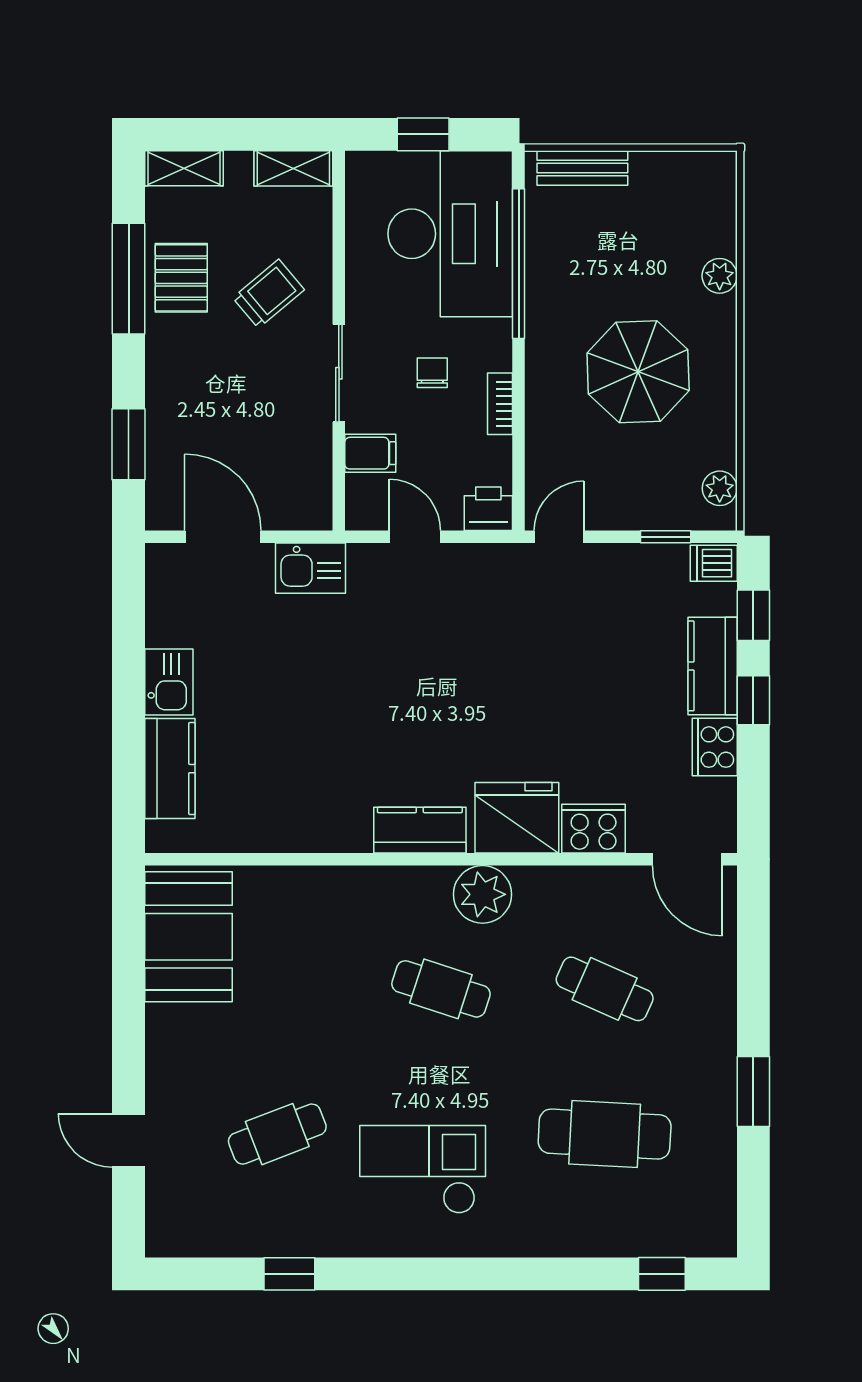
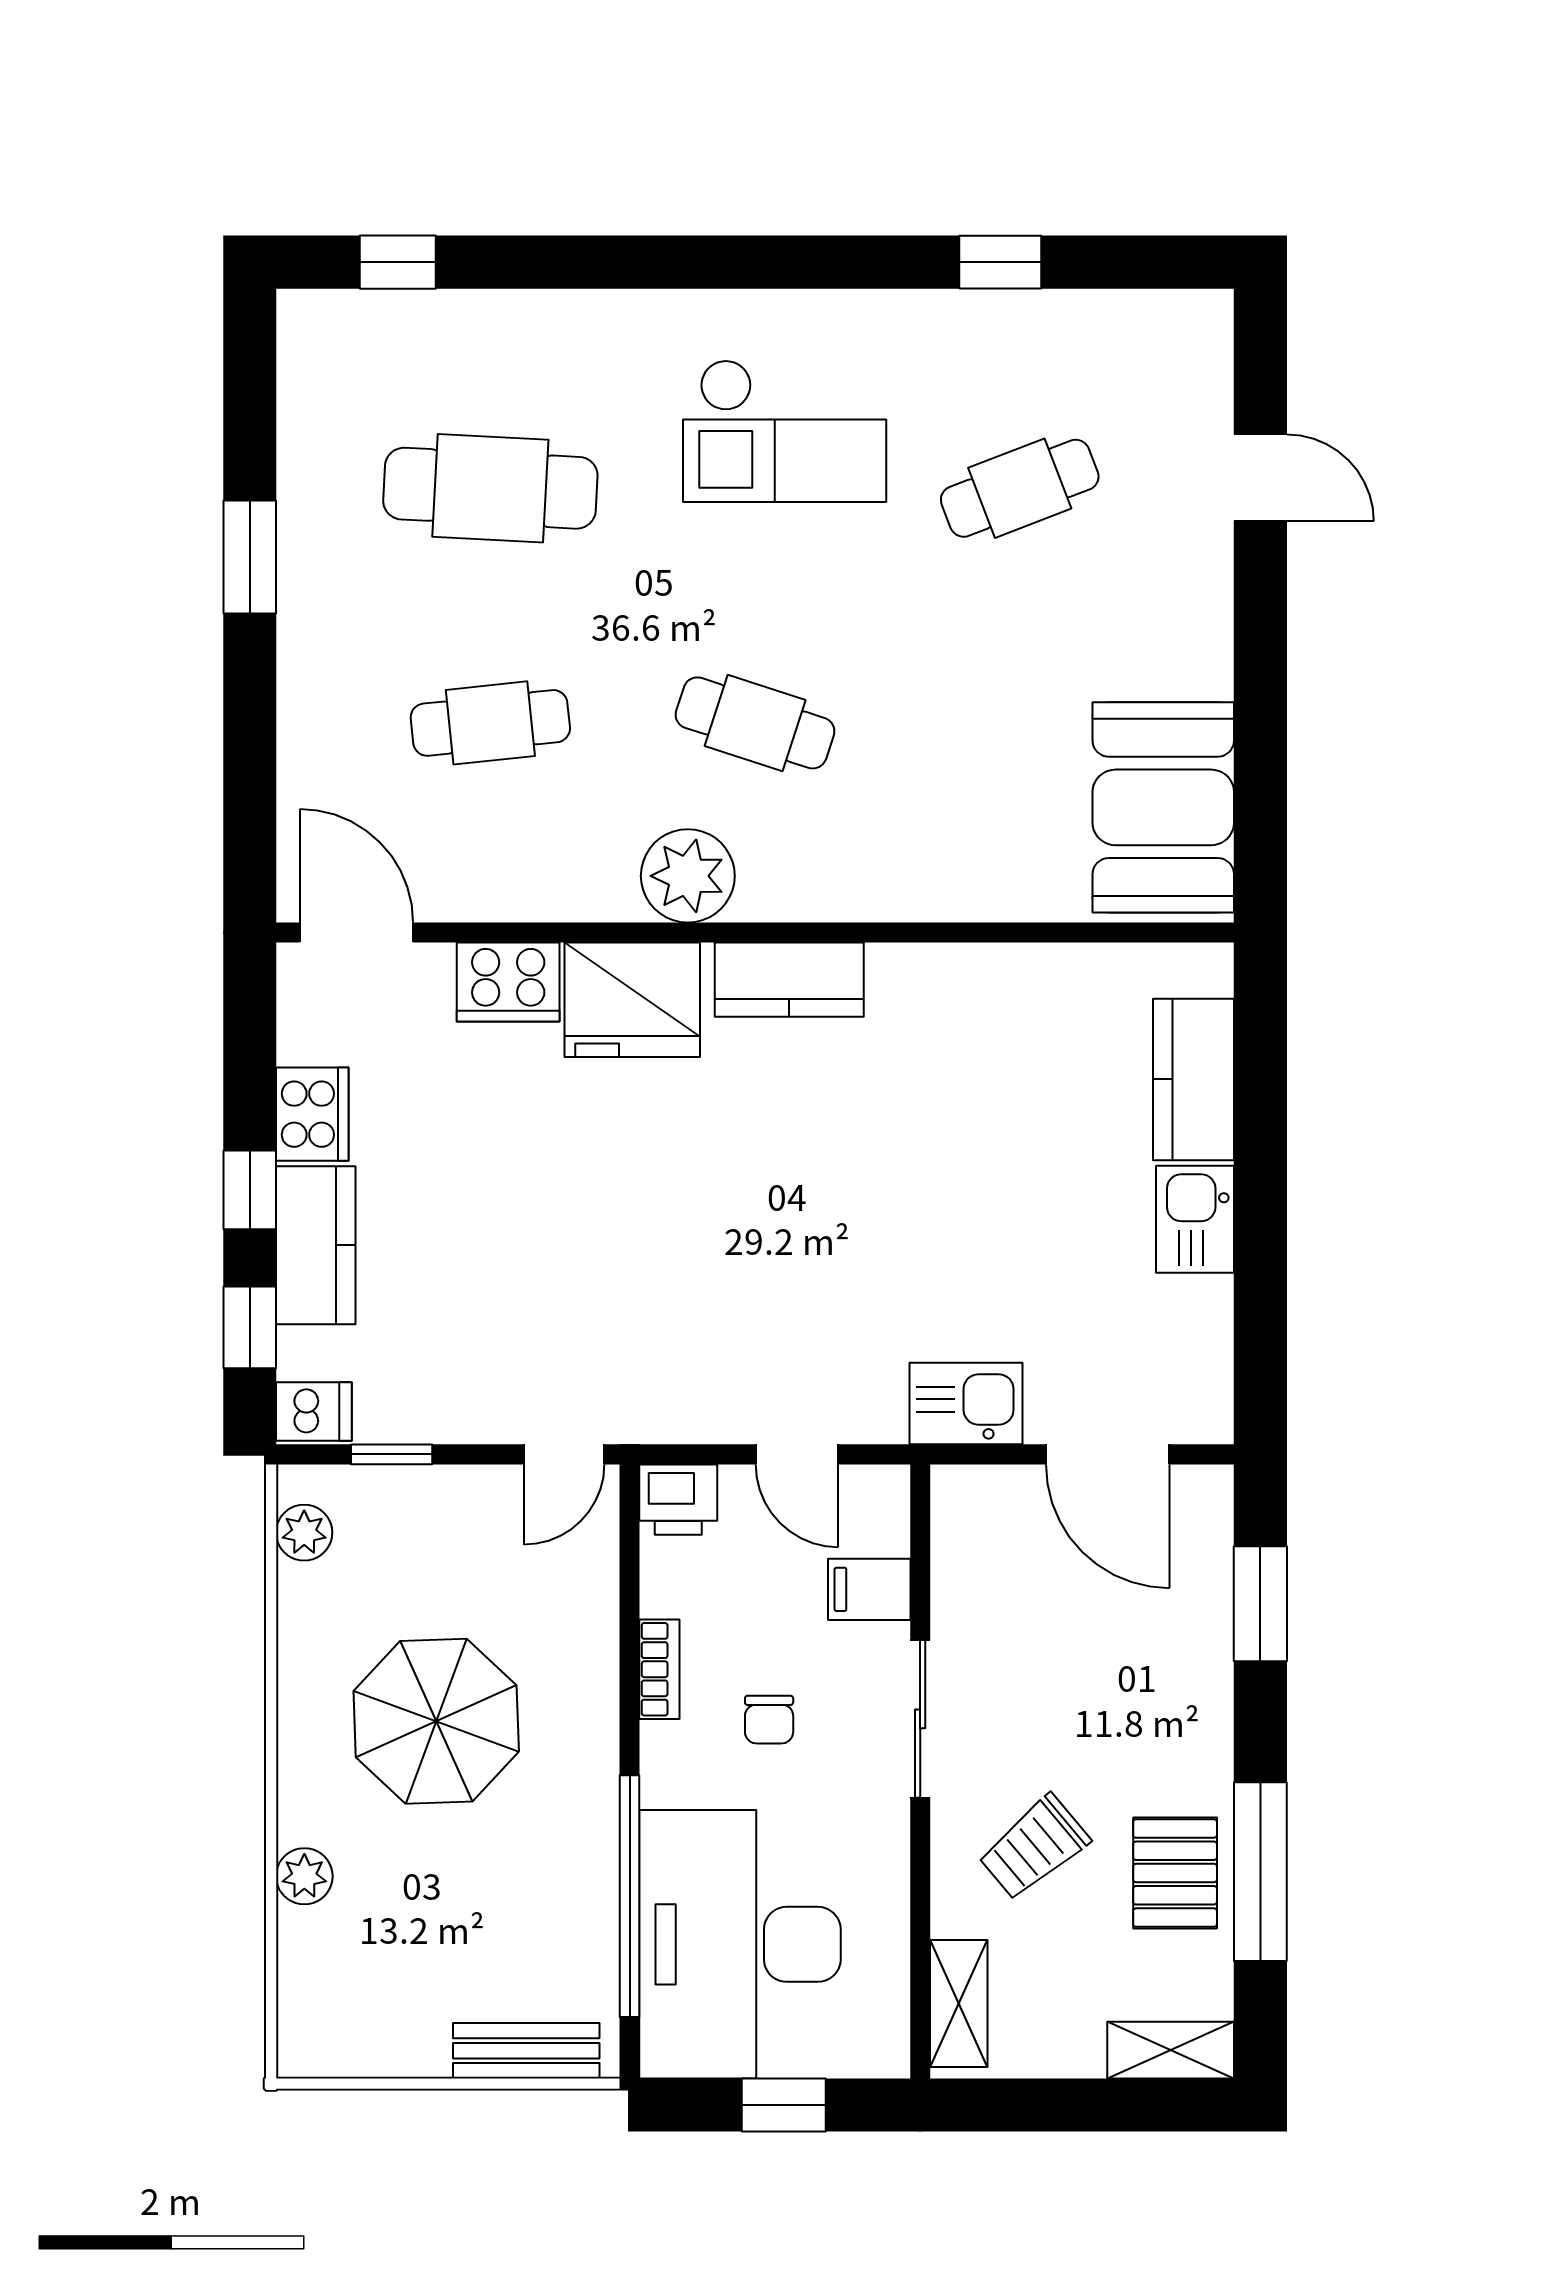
shelving: (293, 168) -> (959, 2003), moved, turned 90
cafe table: (605, 989) -> (490, 723), turned -30

